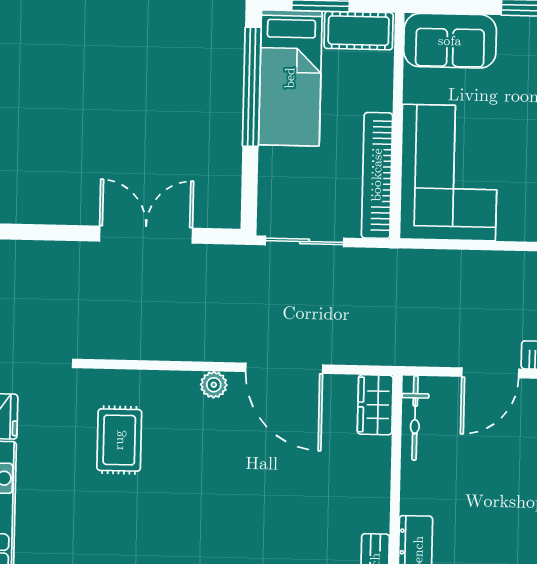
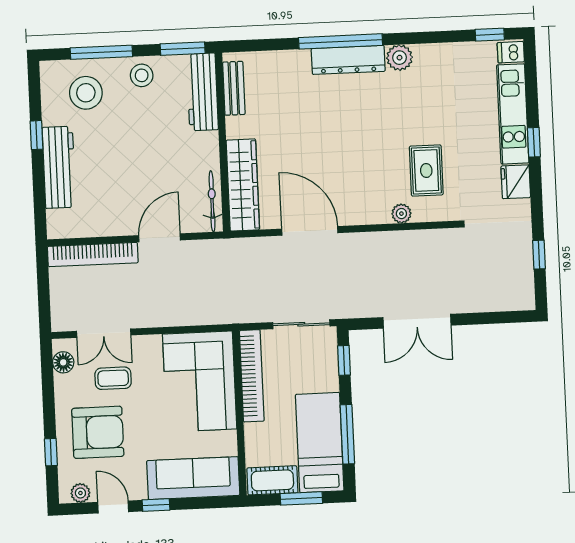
sofa: (450, 41) -> (193, 478), width x1.36
window: (252, 87) -> (347, 434), width x0.68
window: (249, 188) -> (344, 360), added
plant: (214, 385) -> (401, 214), moved
wardrobe: (375, 405) -> (243, 185), width x2.10, depth x1.17

